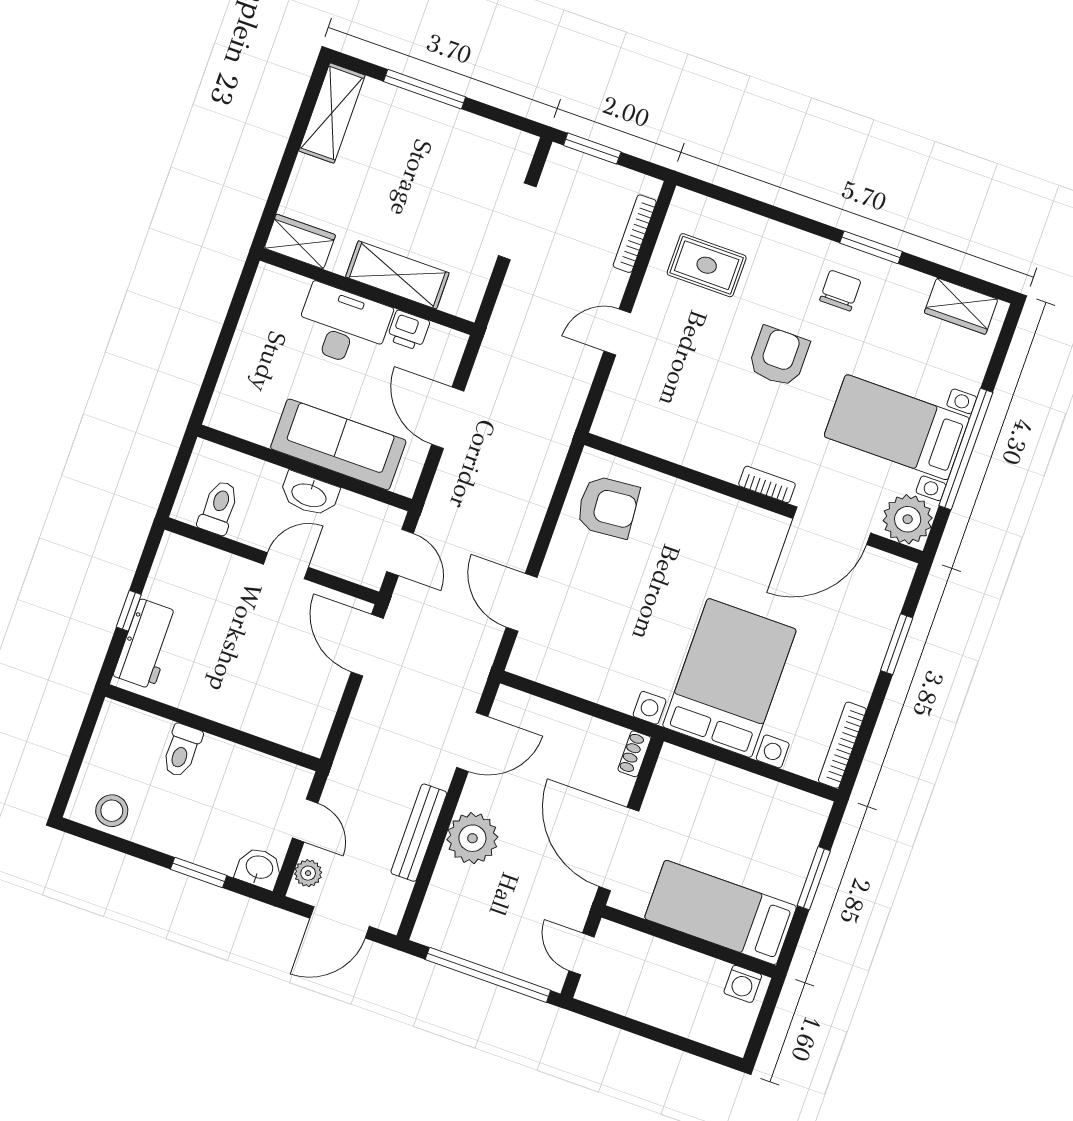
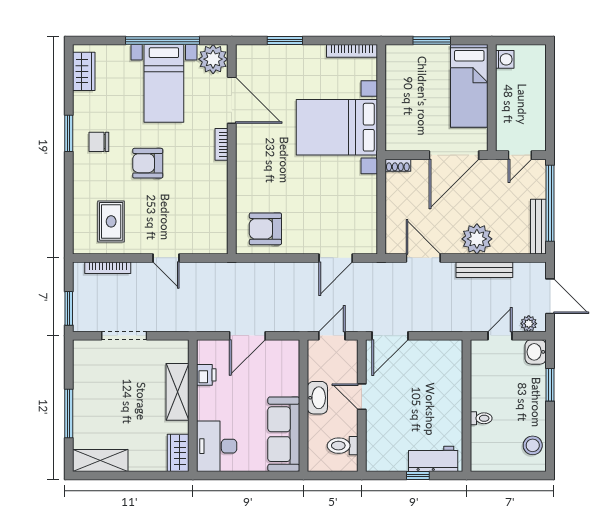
desk: (343, 326) -> (217, 446), moved
sofa: (338, 444) -> (284, 434), moved
armchair: (608, 507) -> (265, 229), turned -85
toilet: (182, 751) -> (481, 418), width x0.73, depth x0.72
bench: (457, 943) -> (538, 227), added

